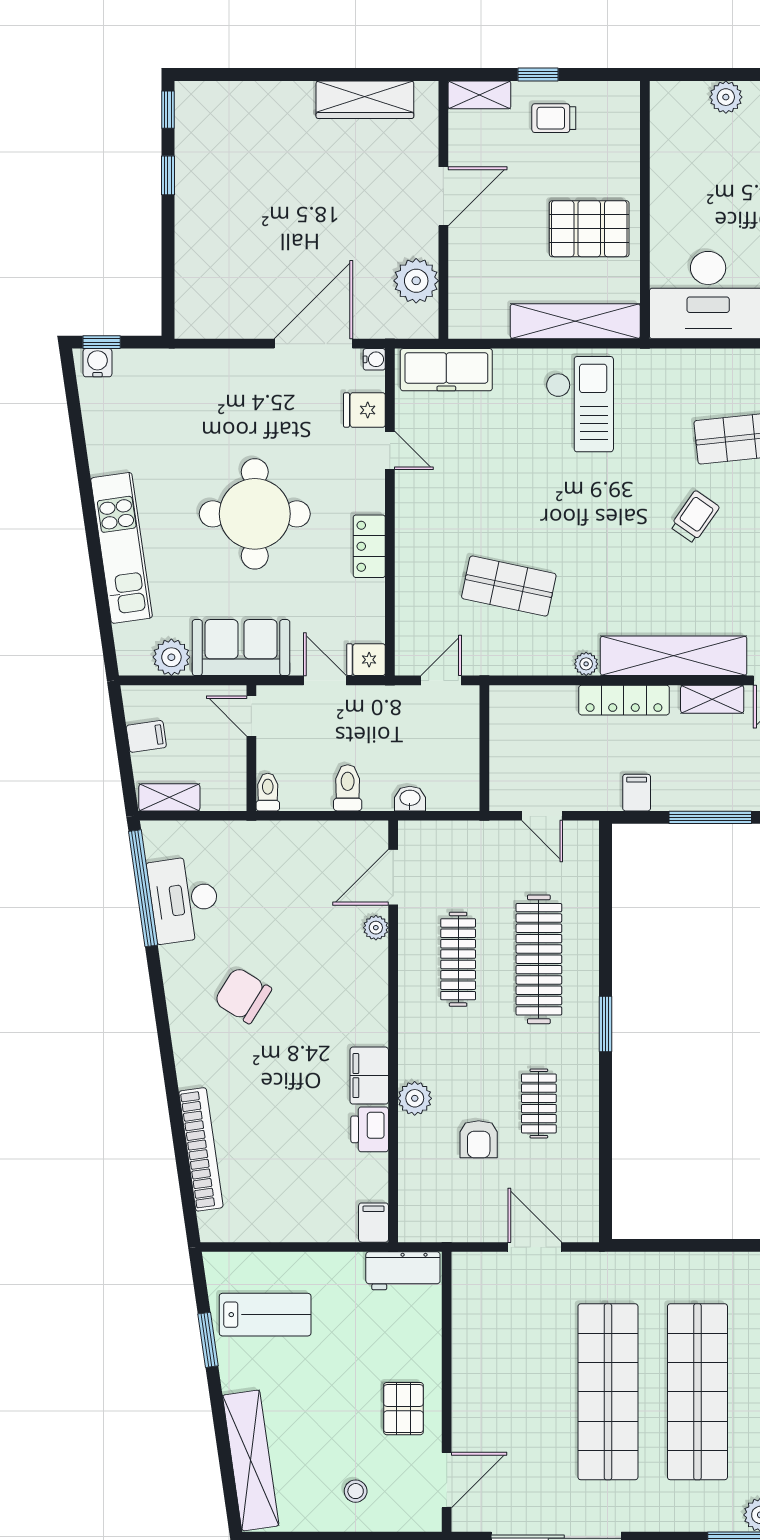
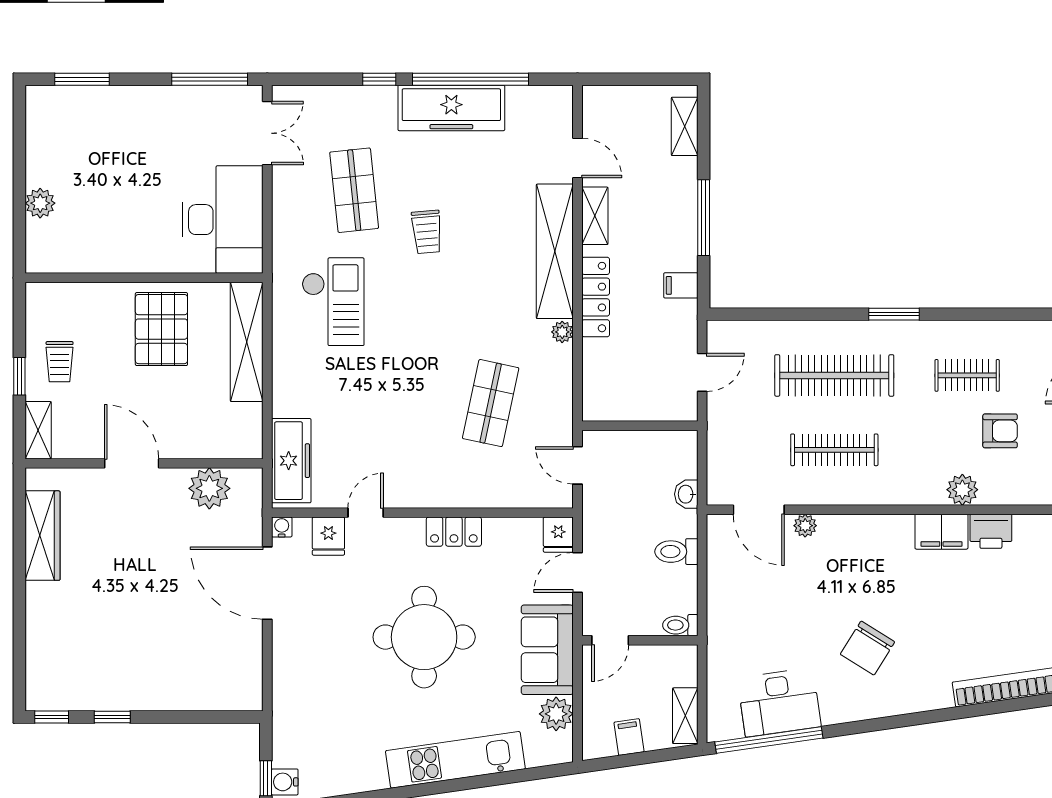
checkout: (580, 404) -> (333, 302), moved, turned 90
trolley: (695, 517) -> (427, 232), turned -130

